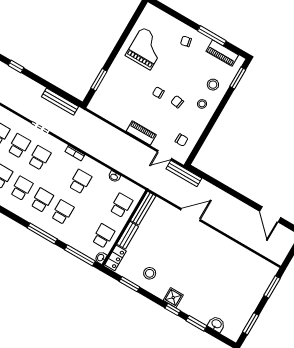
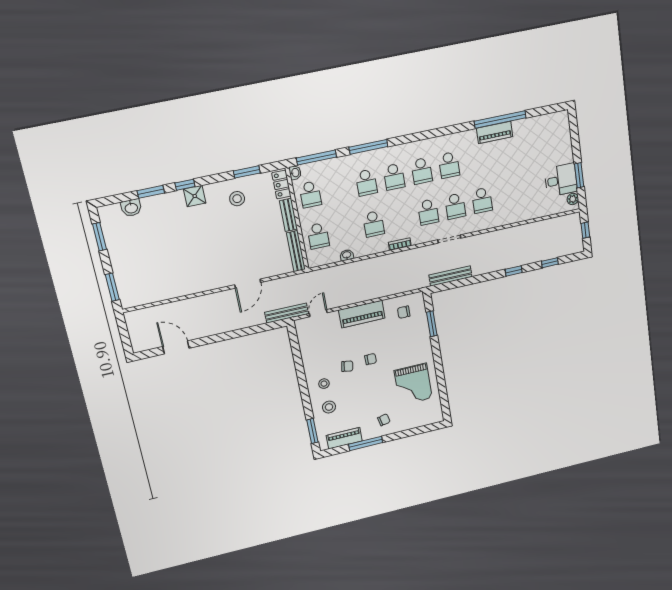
piano: (141, 133) -> (362, 314), width x1.37, depth x1.33
chair: (182, 140) -> (404, 312), moved

